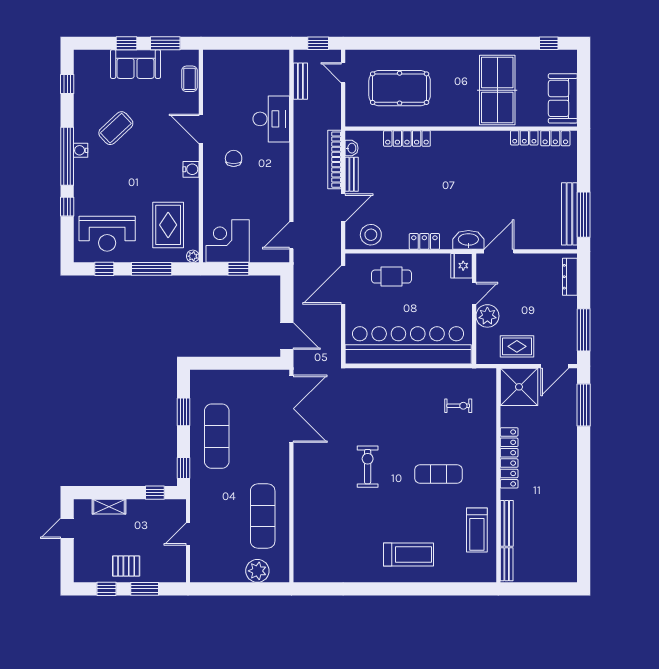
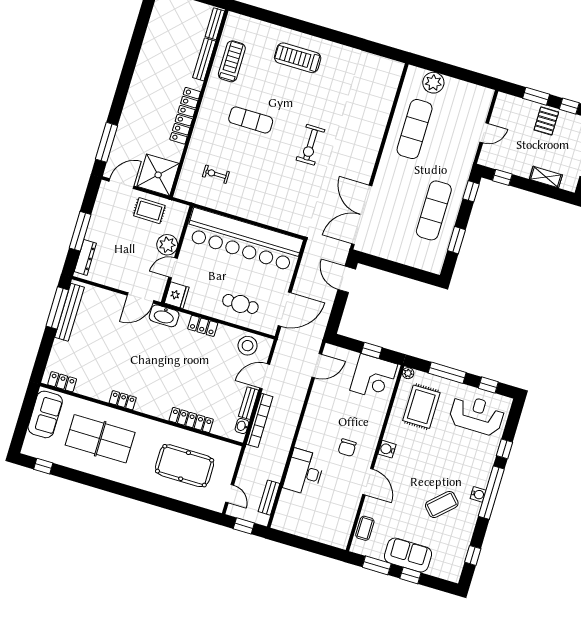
table tennis table: (497, 90) -> (100, 439), turned 90
locker: (524, 138) -> (123, 400), moved
window: (584, 330) -> (80, 231), moved
pallet: (126, 566) -> (546, 121), turned 90

